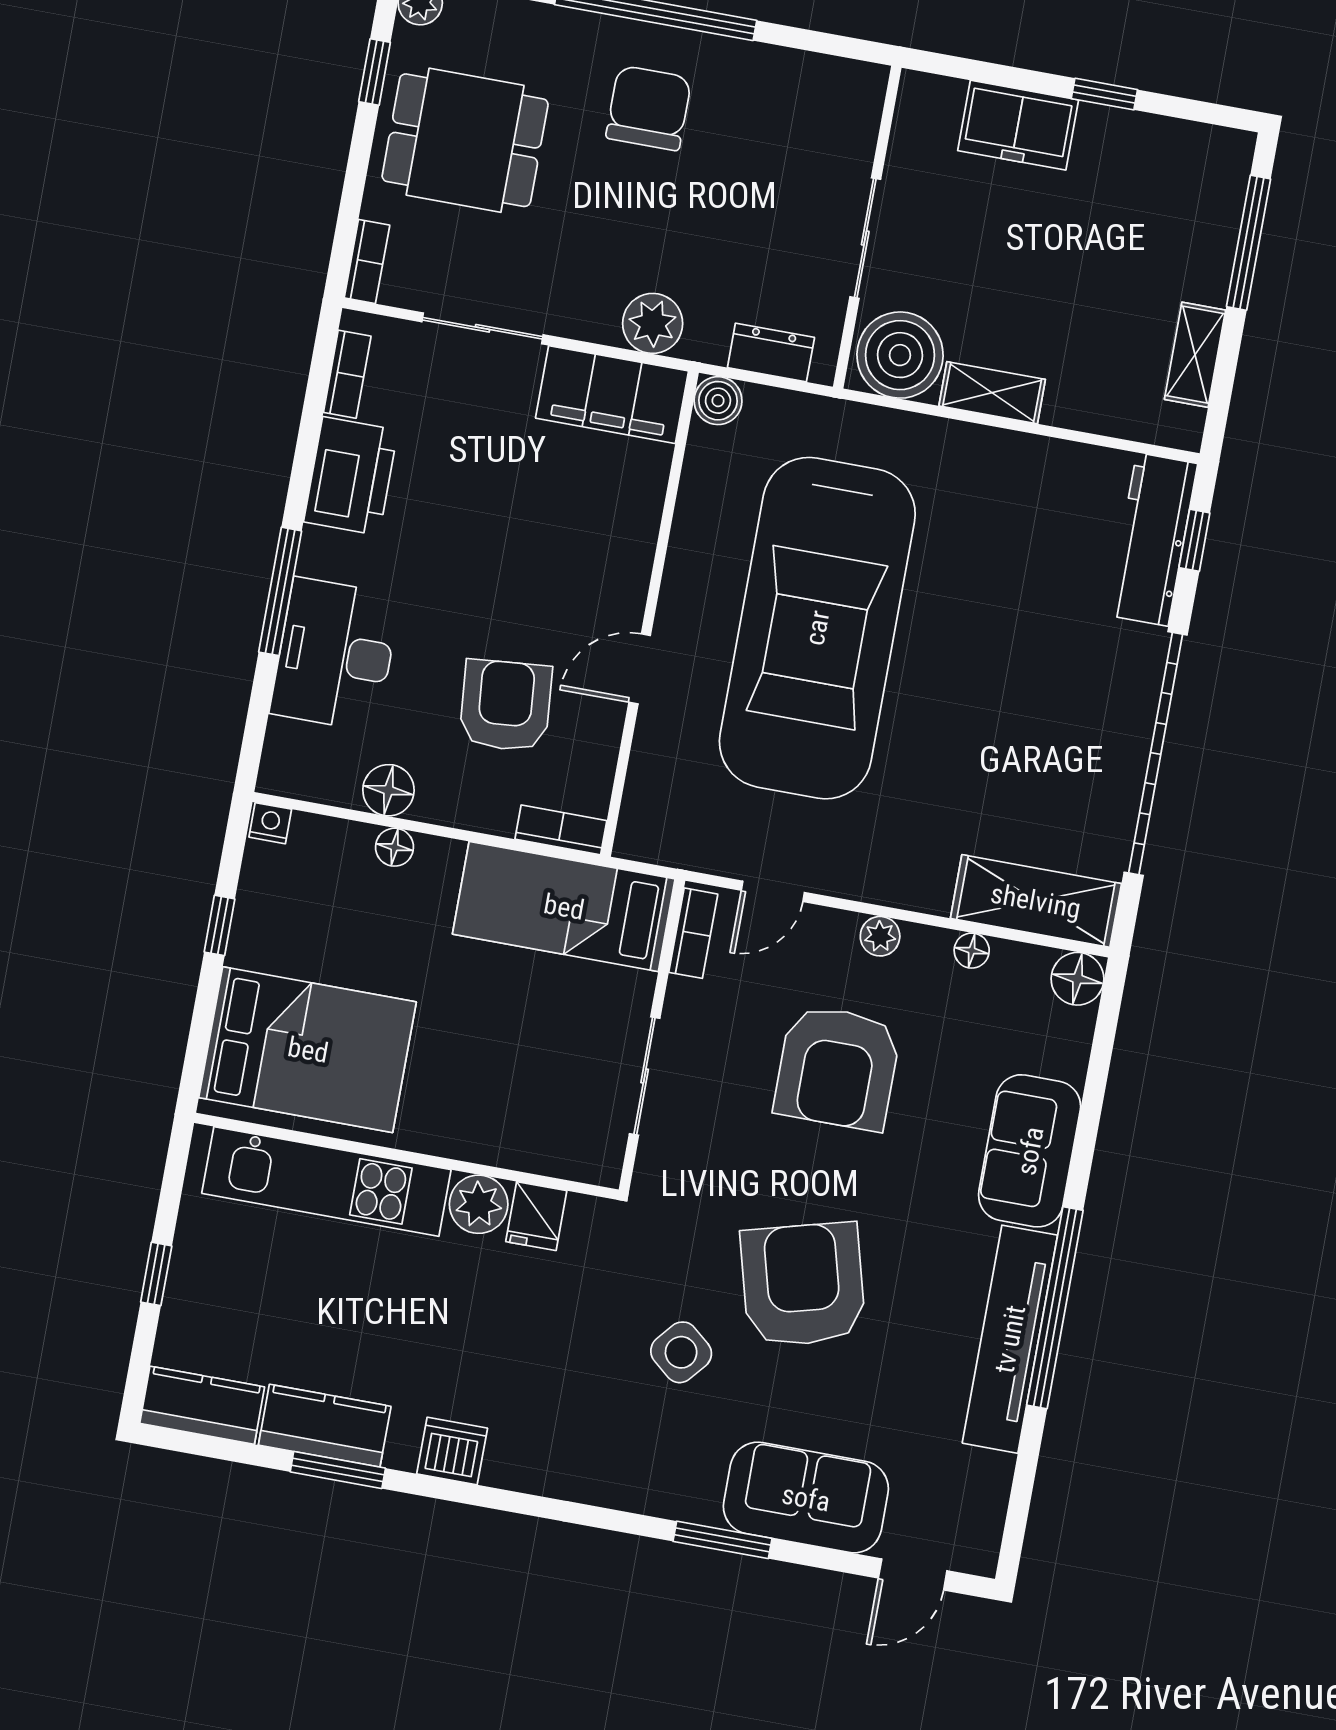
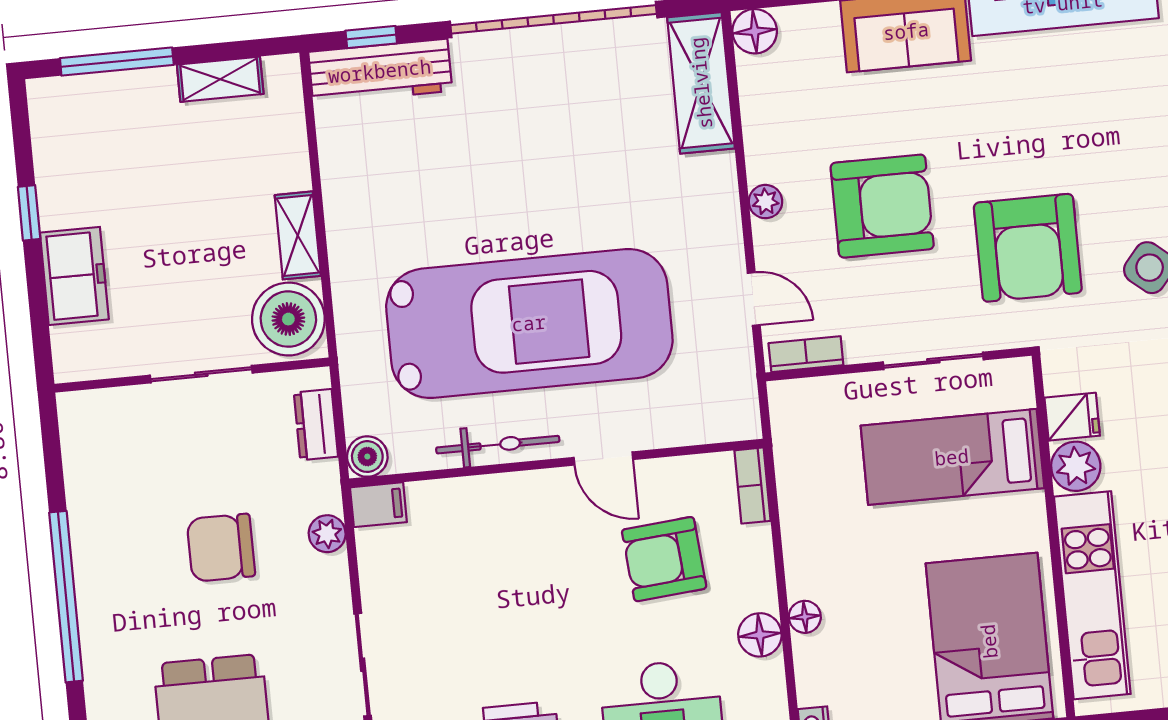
chair: (649, 108) -> (221, 548), moved
plant: (653, 323) -> (327, 534), width x0.73, depth x0.73
filing cabinet: (612, 395) -> (378, 505), width x0.33, depth x0.86
bicycle: (690, 553) -> (498, 445), added
bed: (564, 907) -> (952, 457), moved, turned 90
floor lamp: (972, 951) -> (756, 124), removed
armchair: (803, 1285) -> (1028, 248), moved, turned -75

